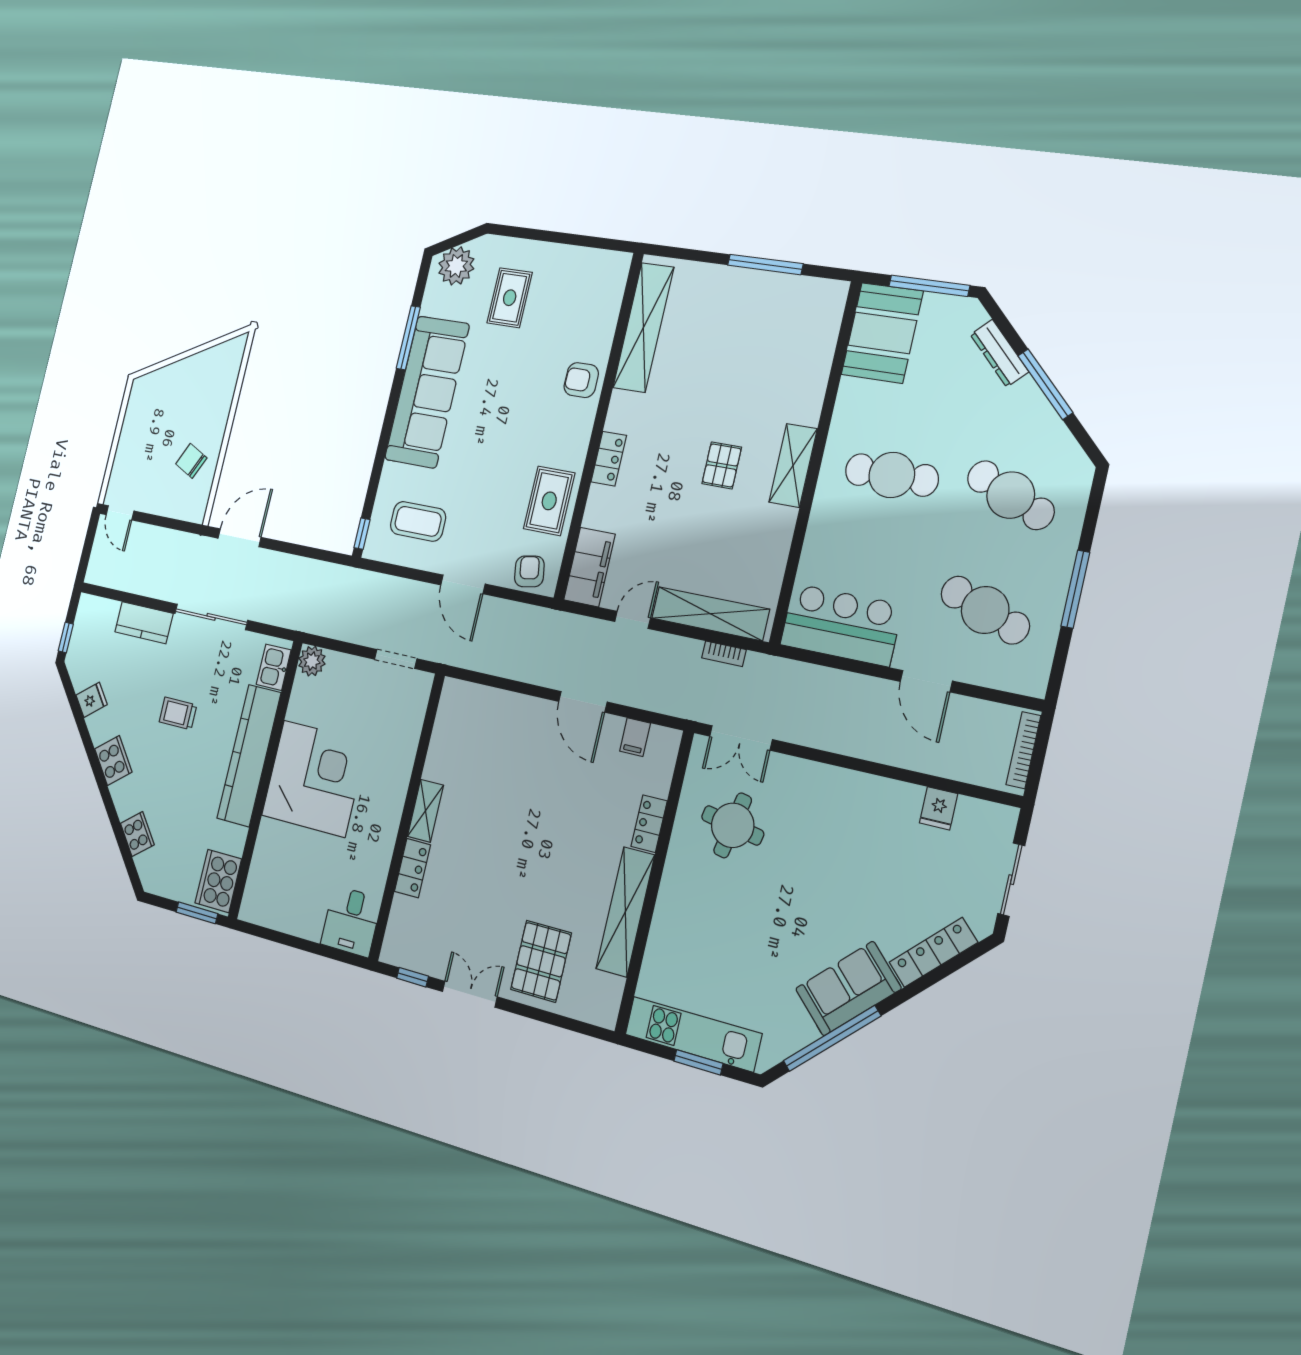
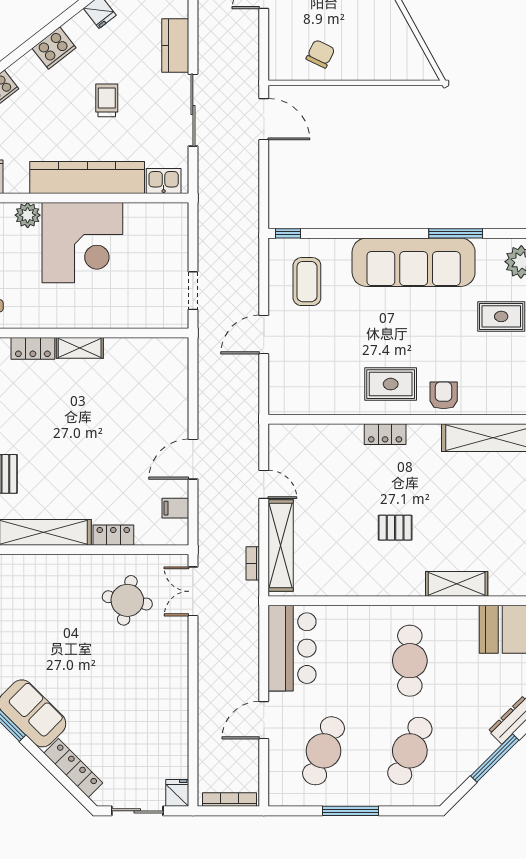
shelving: (793, 465) -> (457, 584), moved
rug: (549, 501) -> (391, 384), moved
filing cabinet: (589, 567) -> (298, 439), removed
armchair: (529, 571) -> (285, 389), removed
plant: (312, 661) -> (28, 215), moved
fridge: (939, 808) -> (177, 793), moved, turned 90

